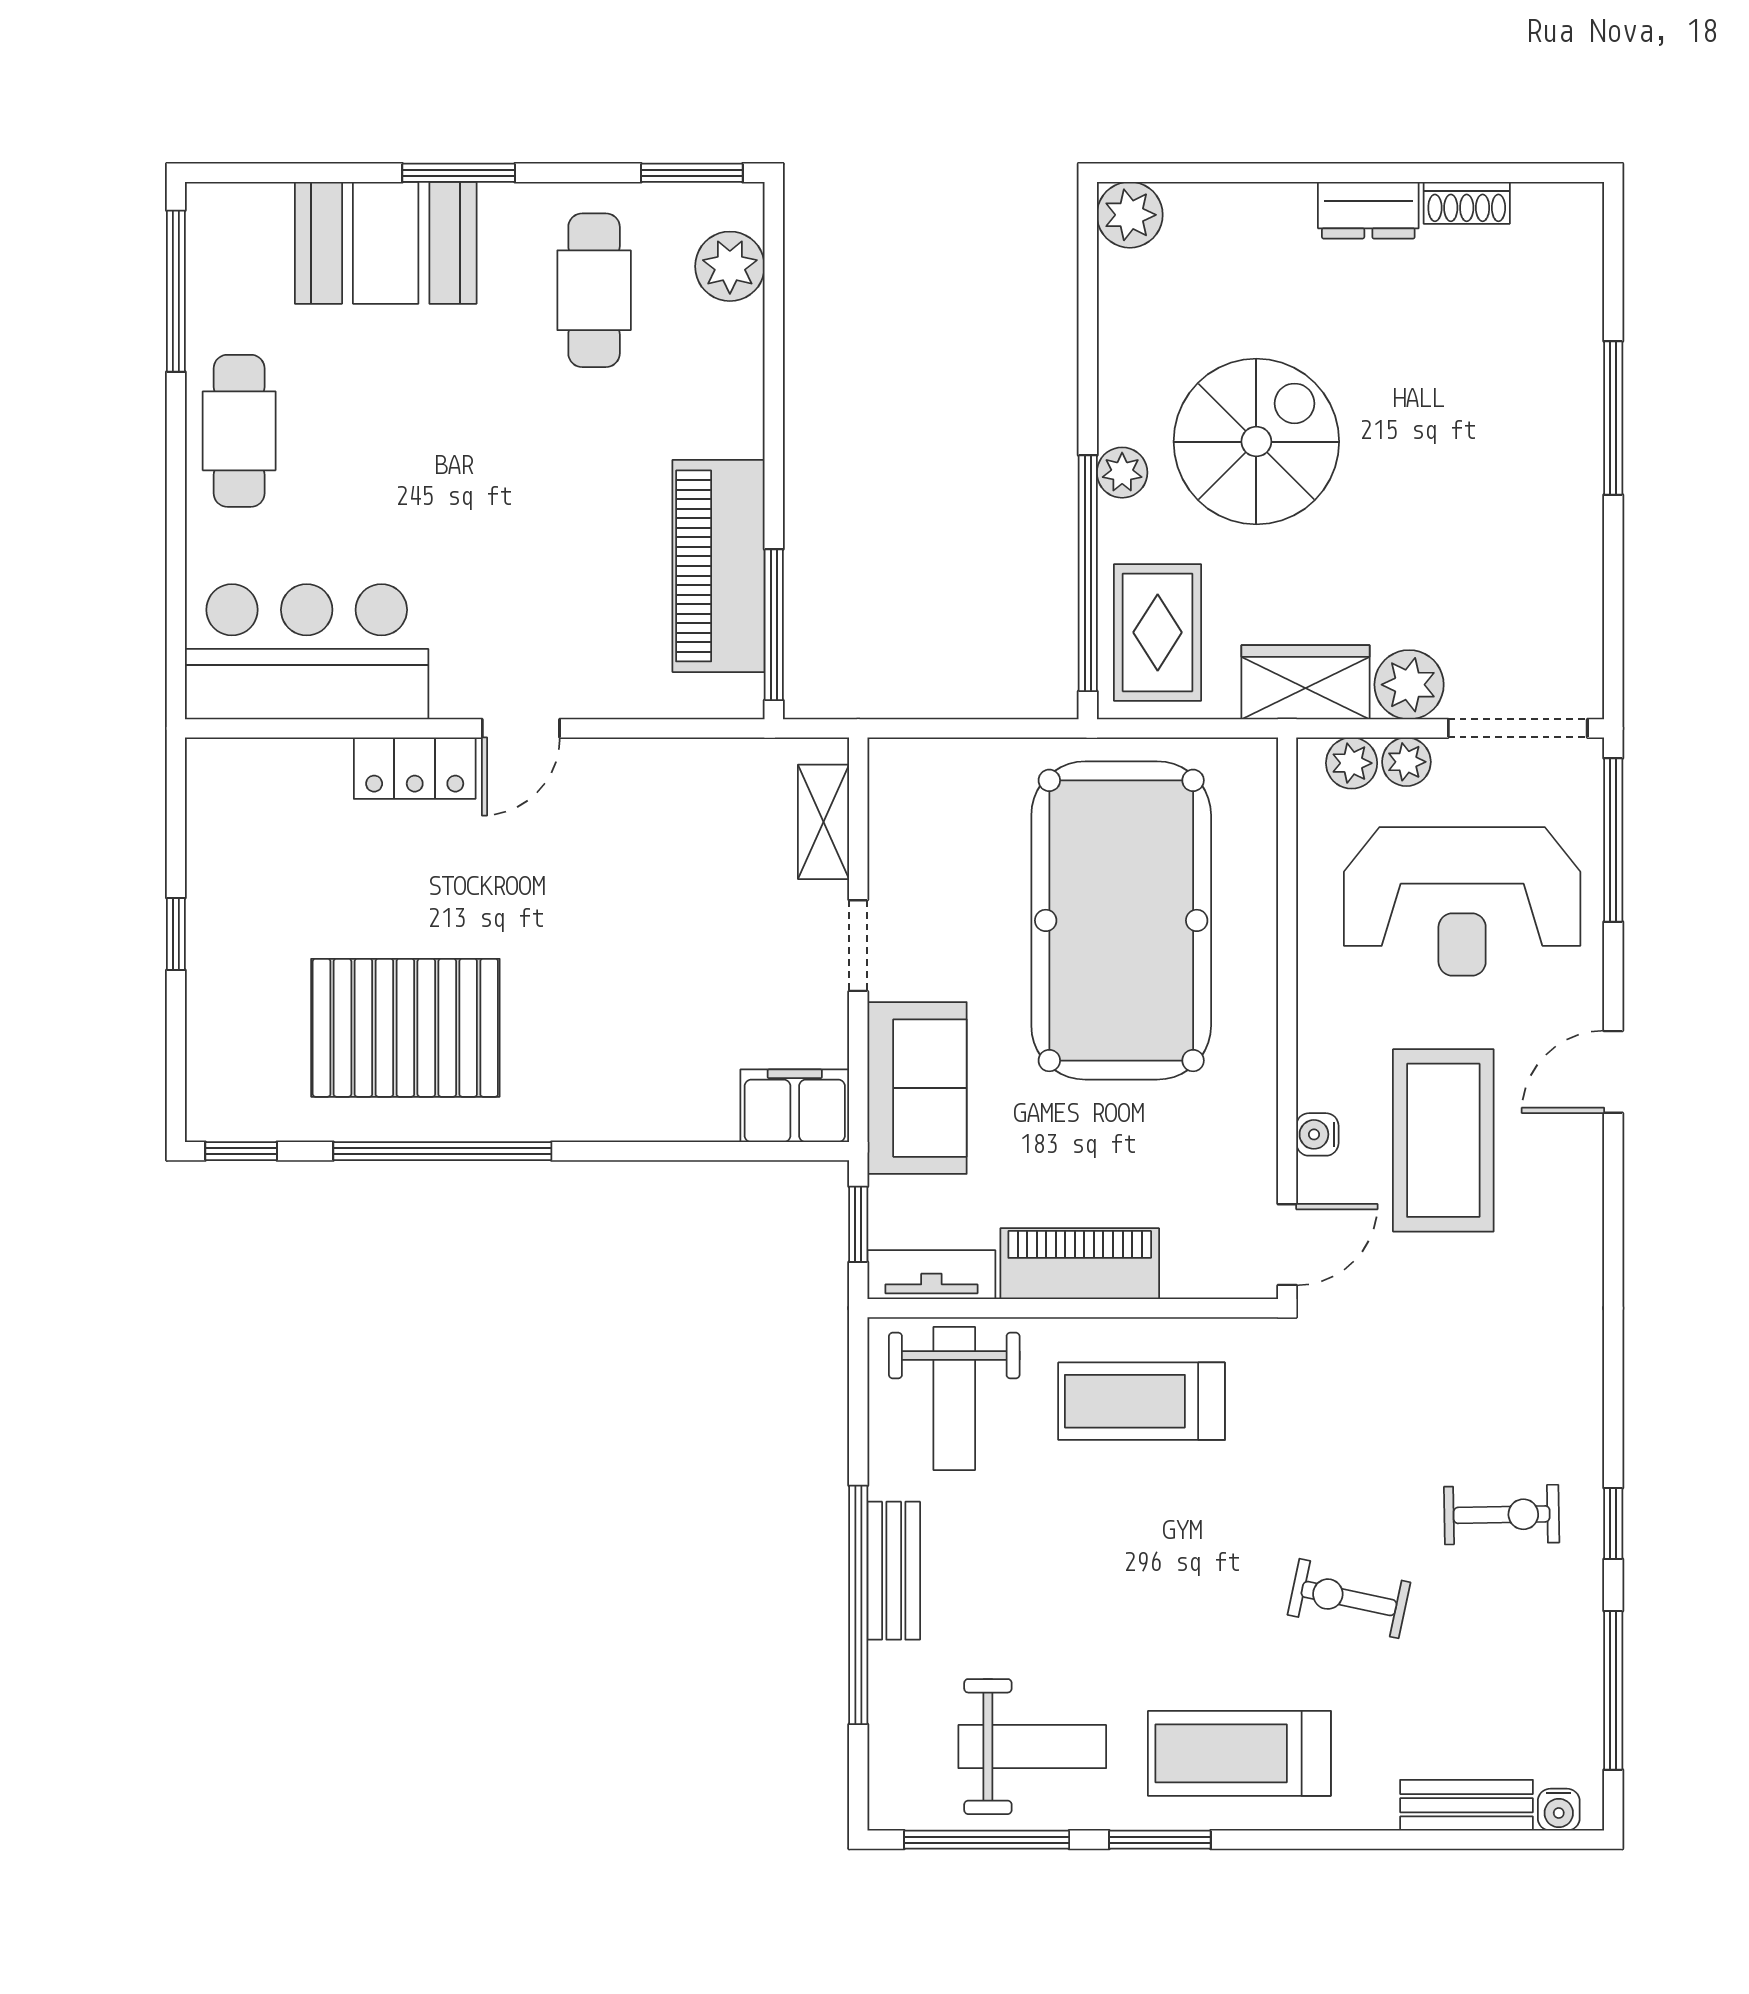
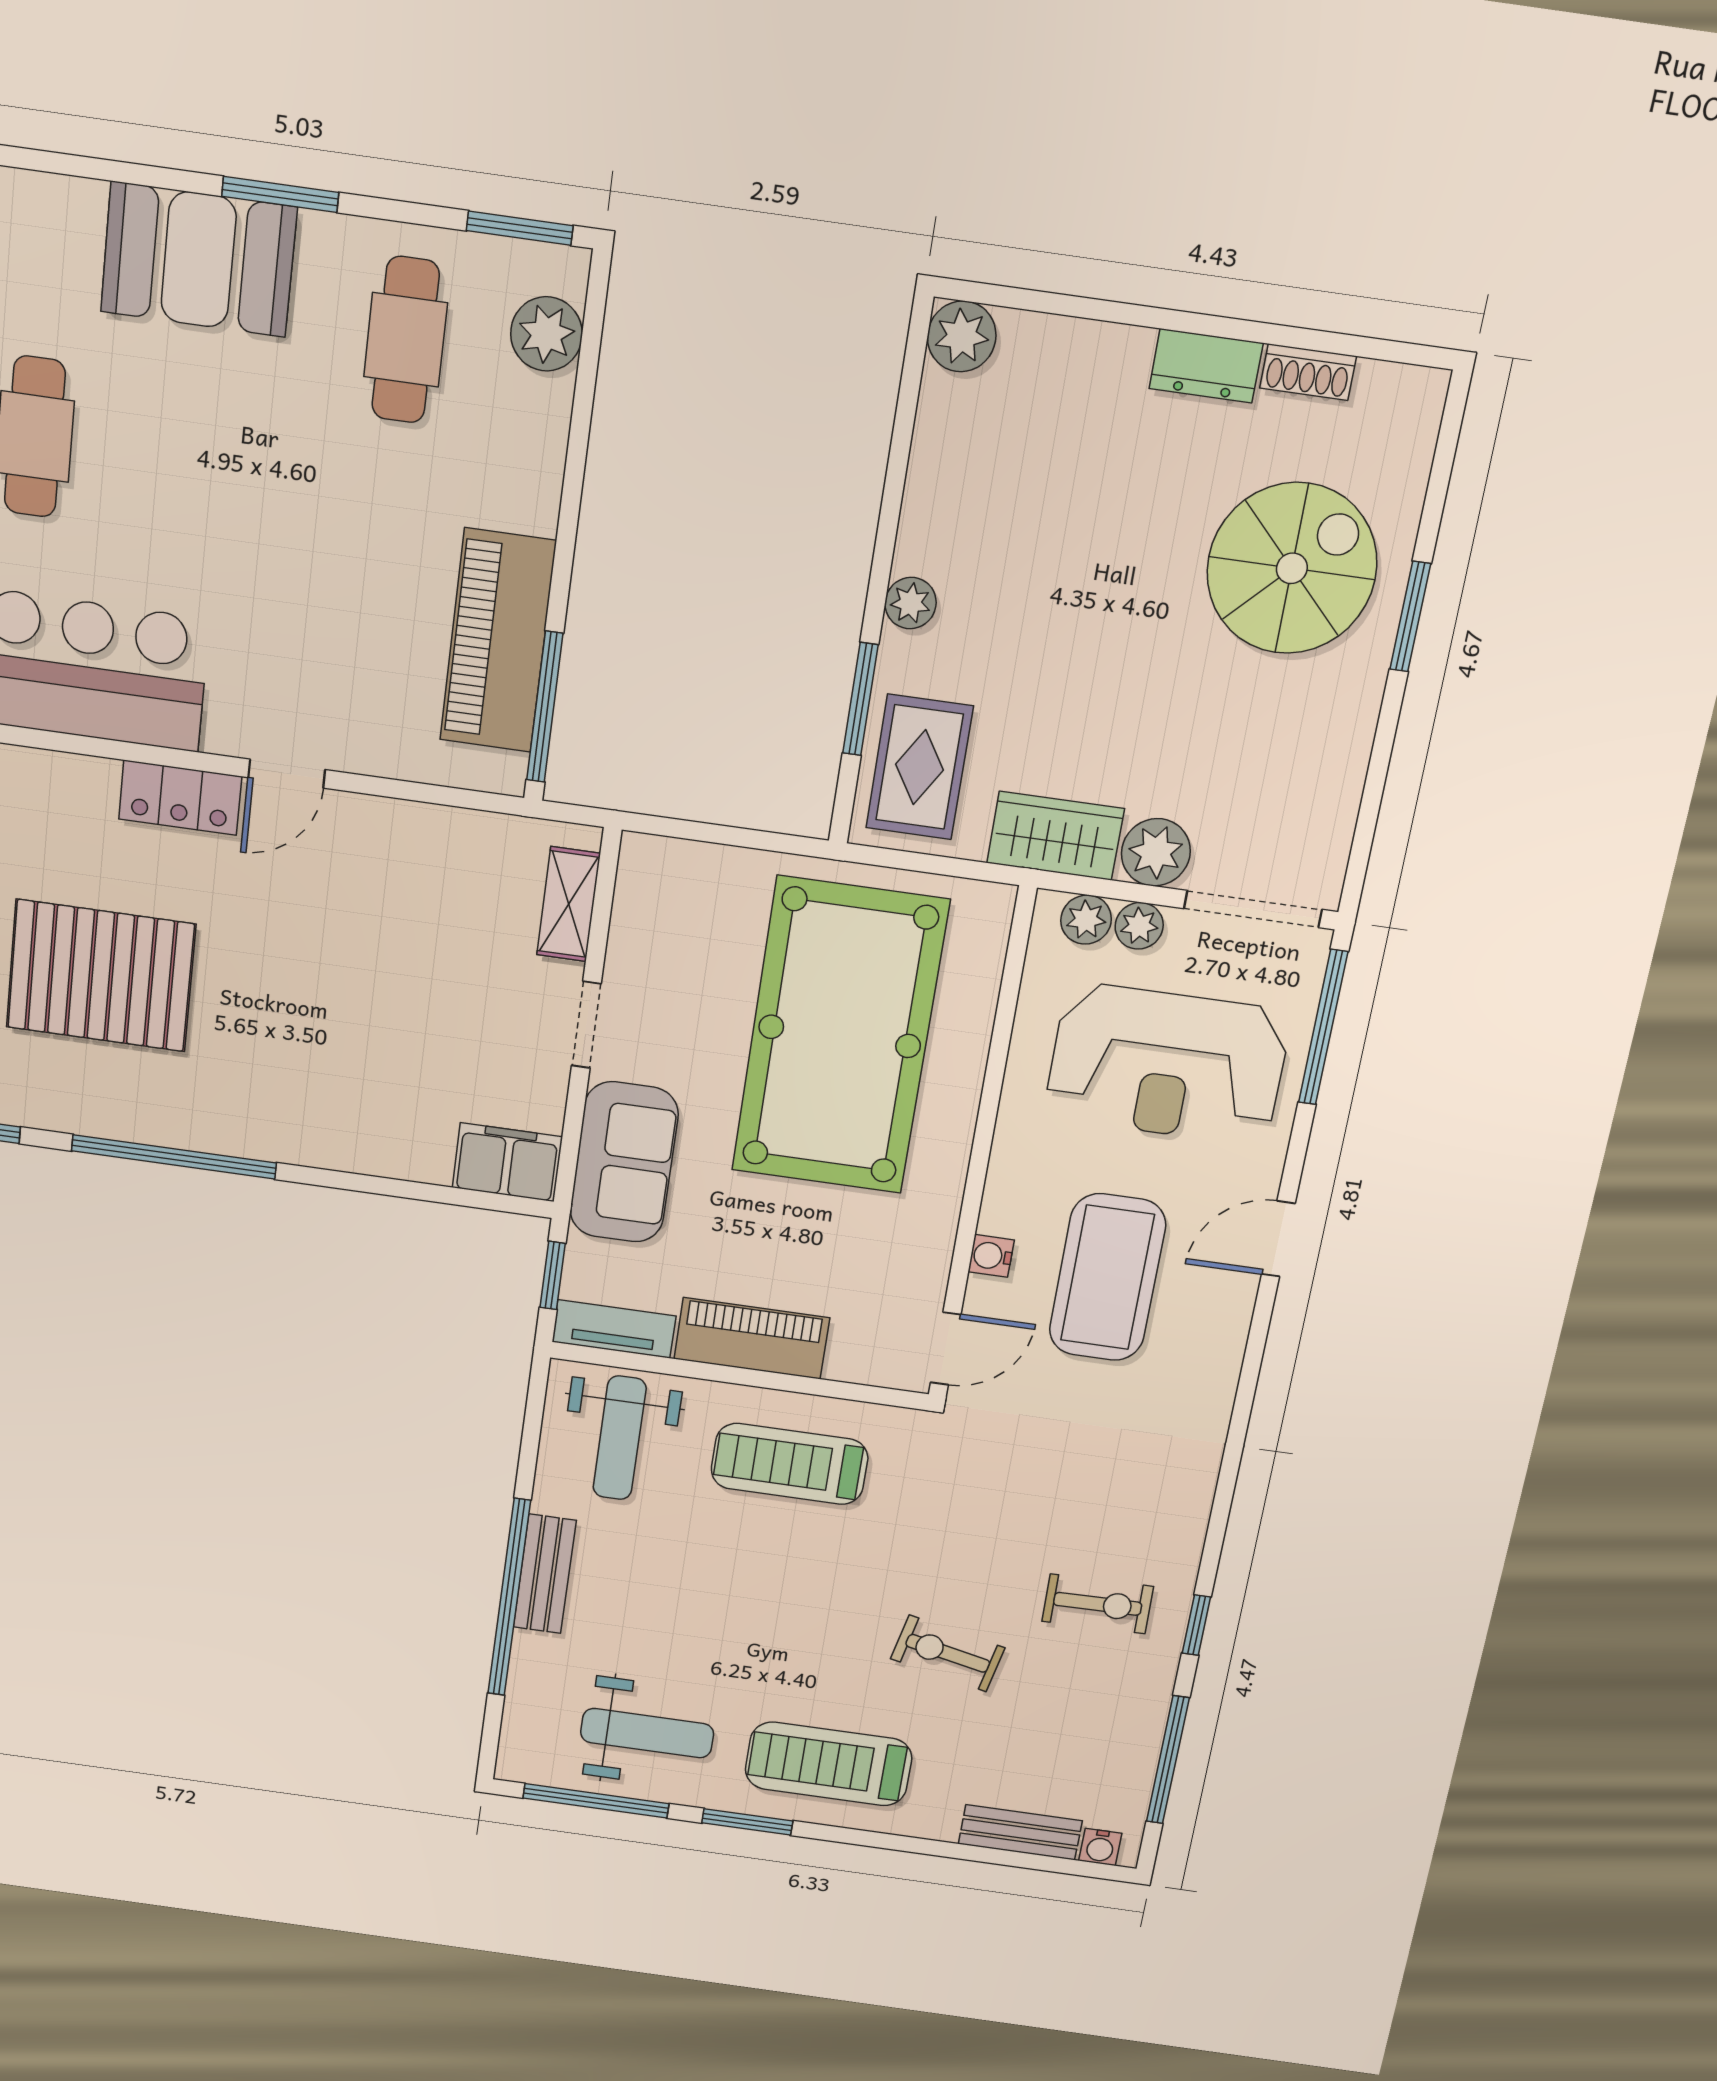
window: (1613, 418) -> (1410, 616), width x0.69
spiral stairs: (1256, 442) -> (1292, 568), moved
window: (1088, 573) -> (860, 699), width x0.47
pallet: (405, 1028) -> (101, 976), moved

